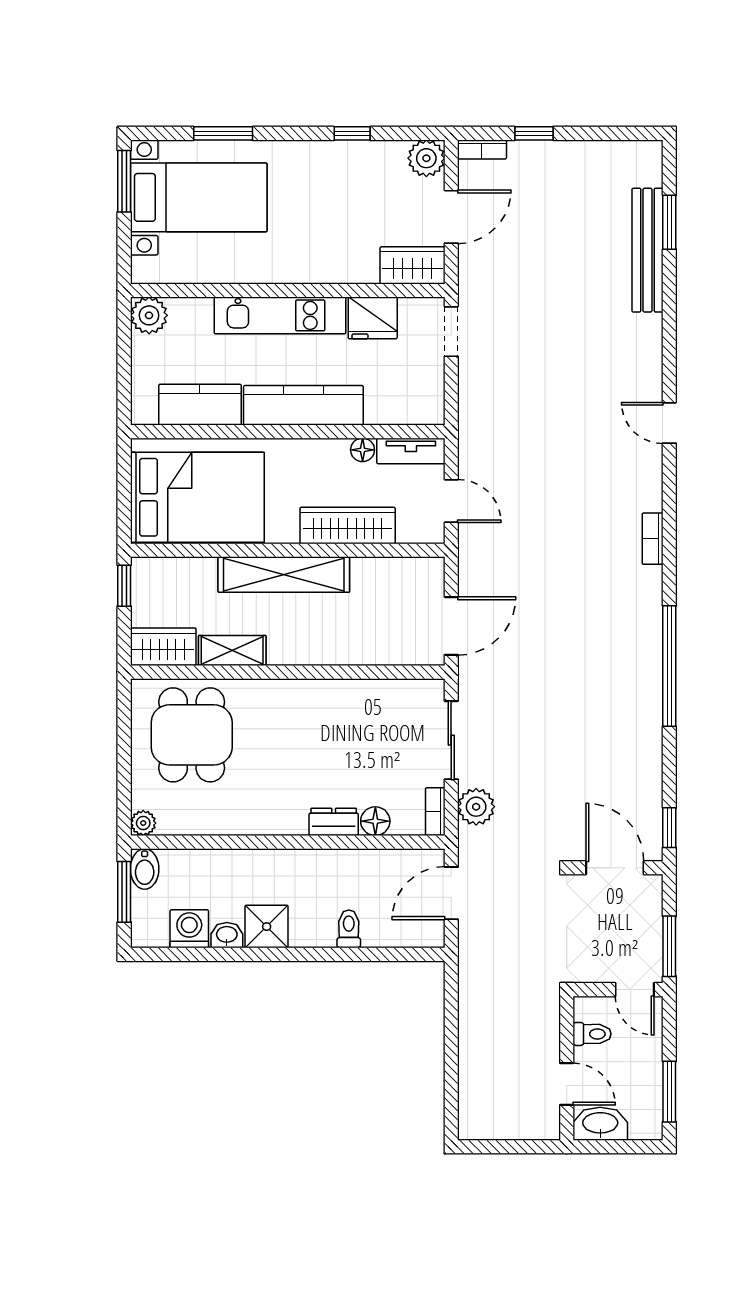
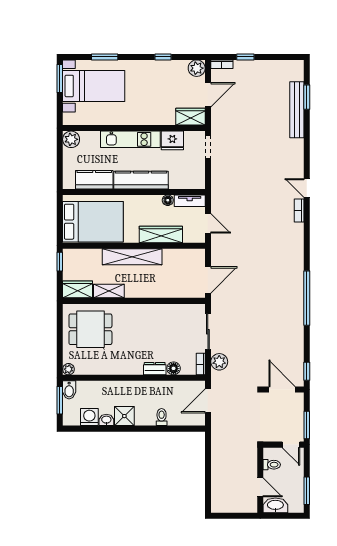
bookcase: (653, 539) -> (299, 210), moved
dining table: (192, 735) -> (90, 329), turned 90

